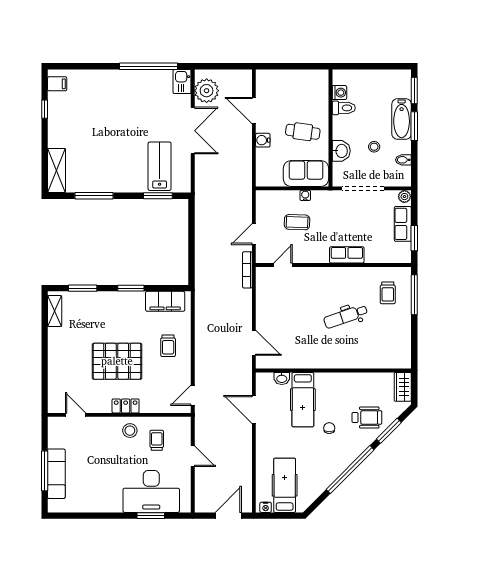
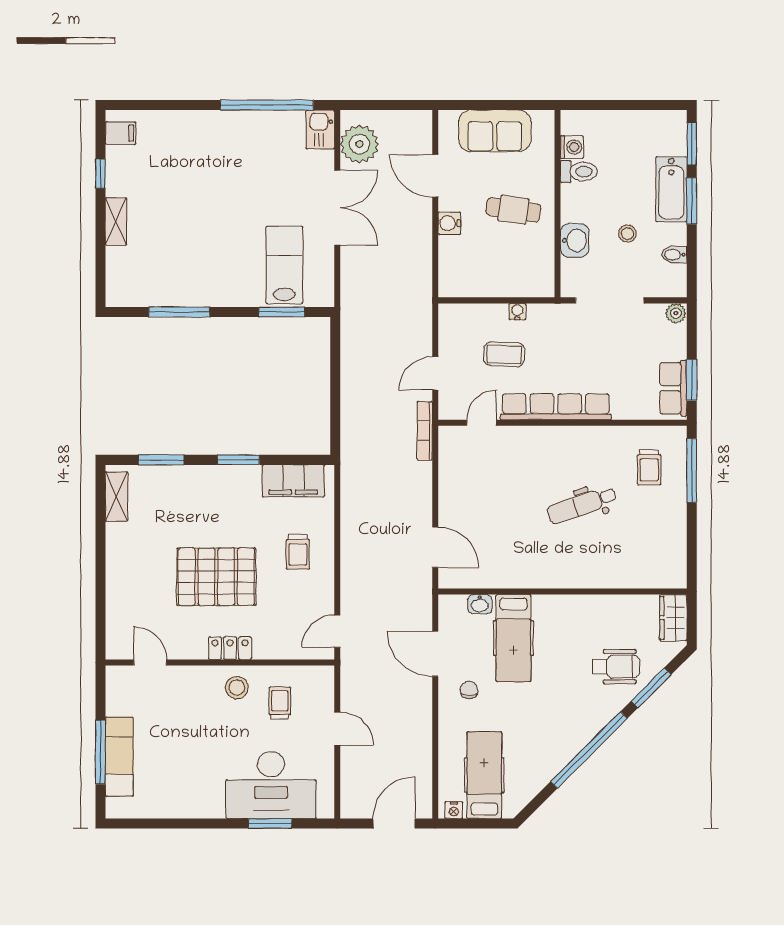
shelving: (57, 170) -> (116, 221), moved, width x0.67, depth x0.75
sofa: (306, 174) -> (495, 131), moved, turned 180
row of seats: (403, 224) -> (673, 388), moved
row of seats: (347, 255) -> (556, 407), width x2.02
chair: (329, 428) -> (469, 690), moved

